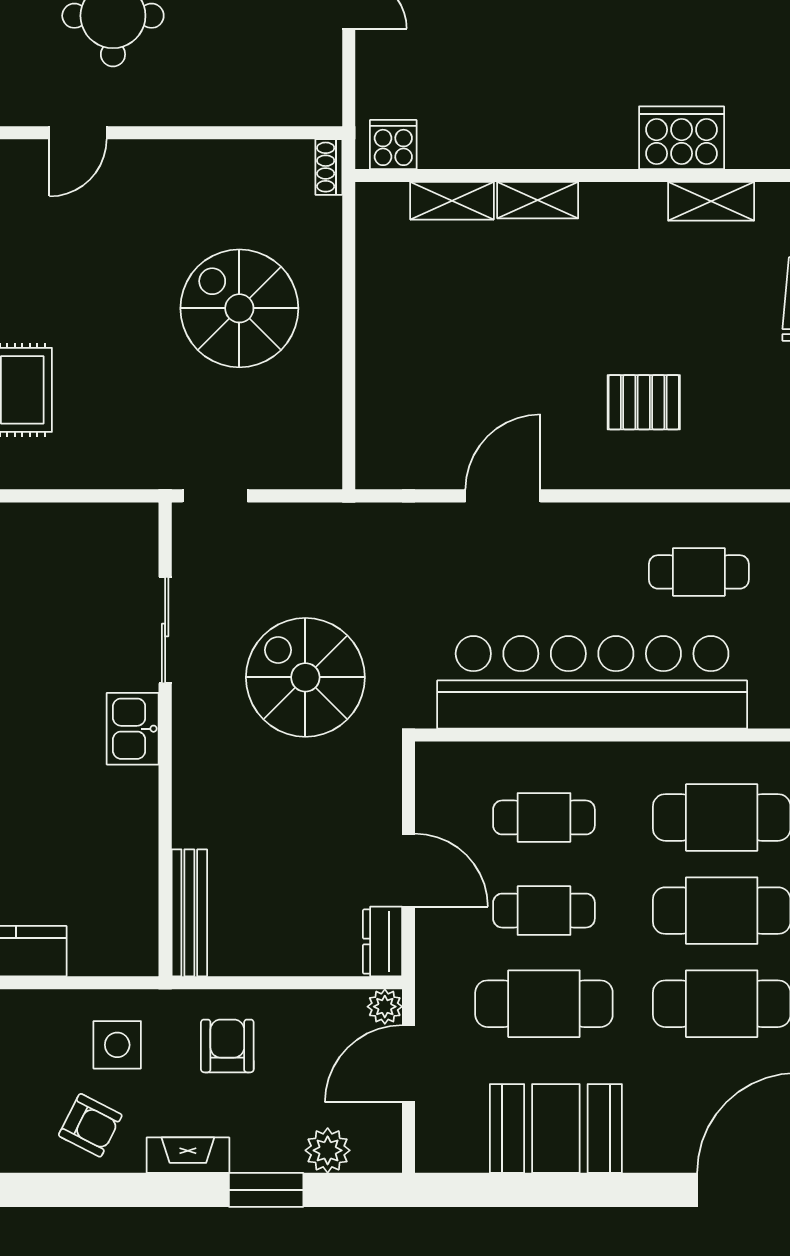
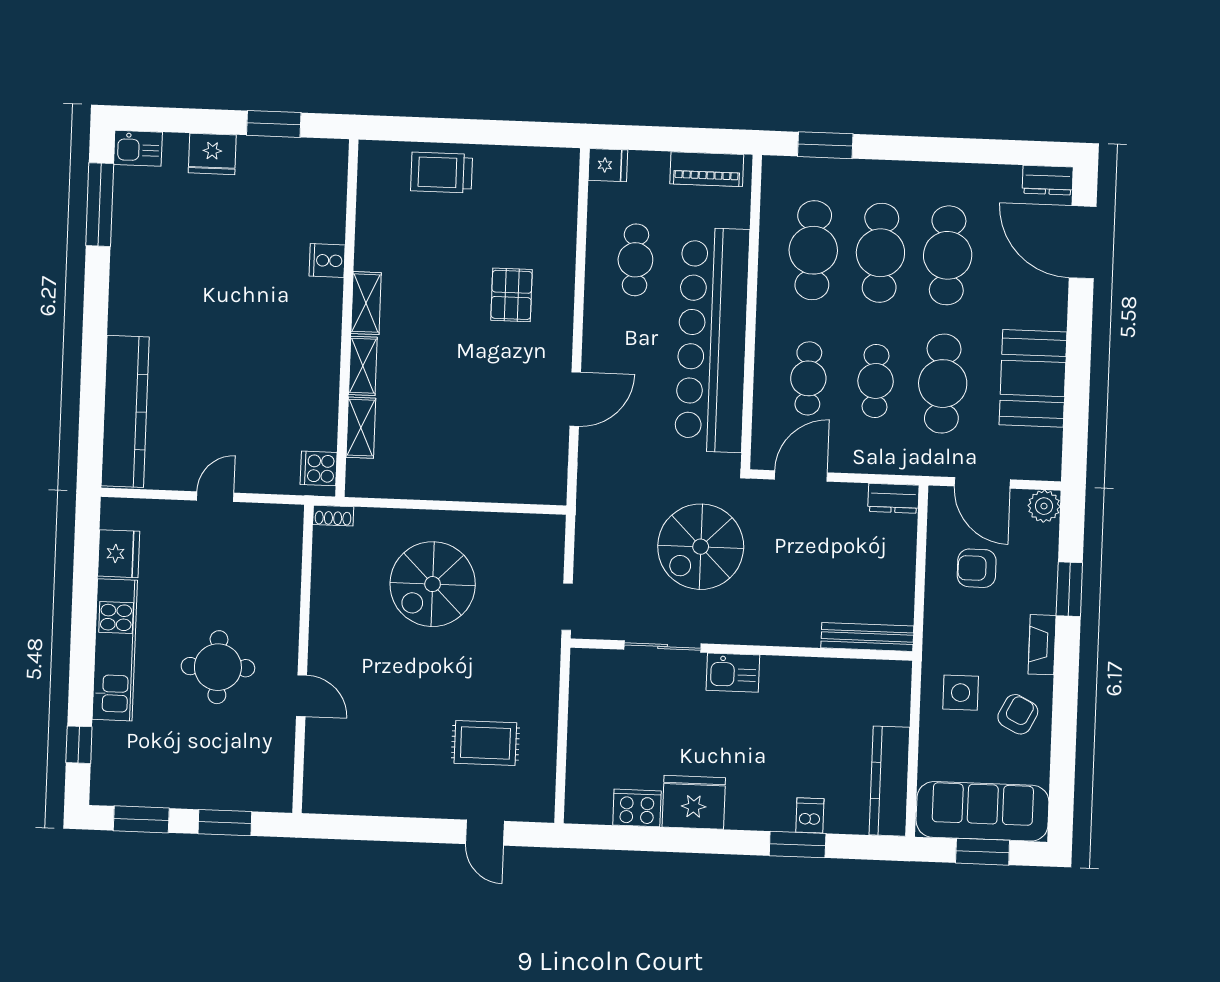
cooker: (682, 138) -> (327, 261), width x0.53, depth x0.76
shelving: (711, 201) -> (366, 303), moved
door: (503, 496) -> (575, 399), swing flipped
door: (409, 870) -> (801, 476), moved
plant: (385, 1007) -> (940, 499), removed
armchair: (227, 1046) -> (977, 568), moved
plant: (328, 1150) -> (1044, 506), moved

